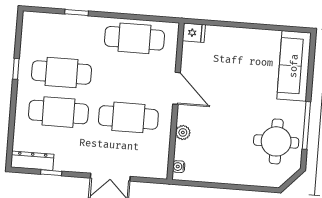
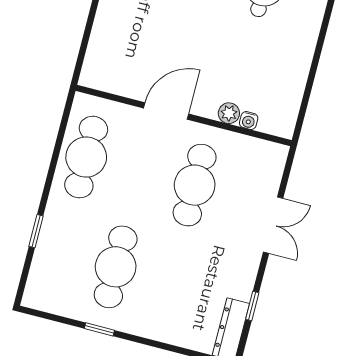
fridge: (194, 33) -> (93, 73), removed
cafe table: (58, 112) -> (170, 281), removed
water cooler: (179, 167) -> (249, 121), moved

